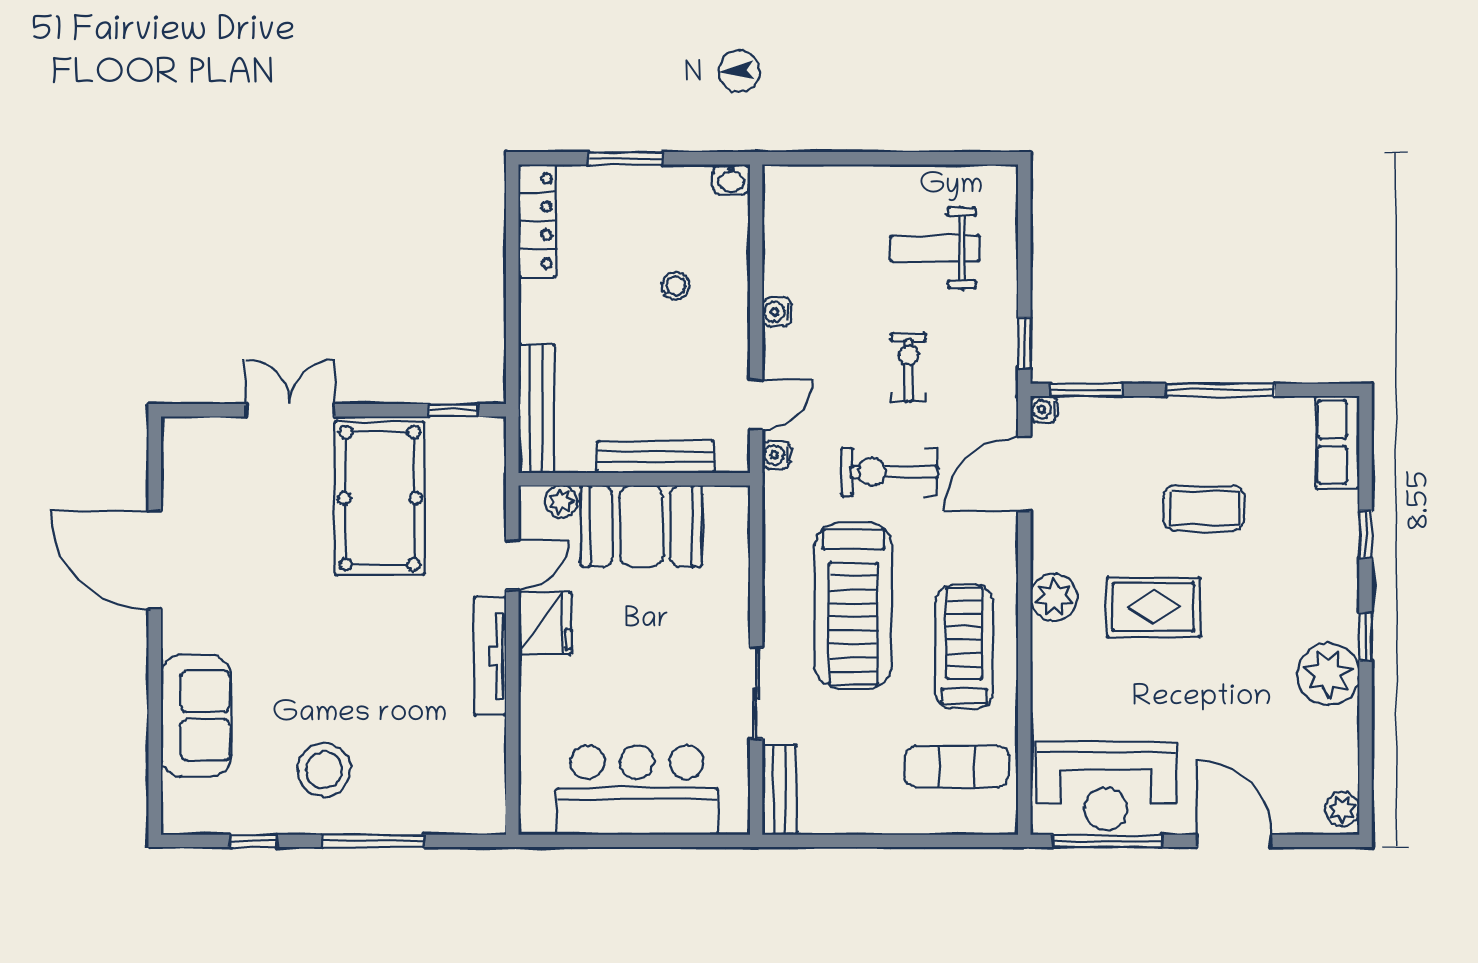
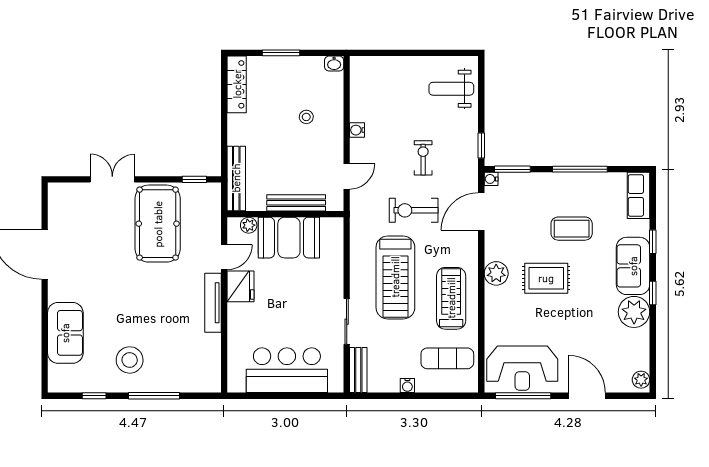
weight bench: (935, 248) -> (451, 89), moved
water cooler: (776, 455) -> (407, 386), moved, turned -90
sofa: (1326, 582) -> (633, 266), added

